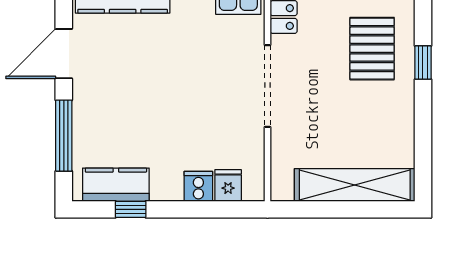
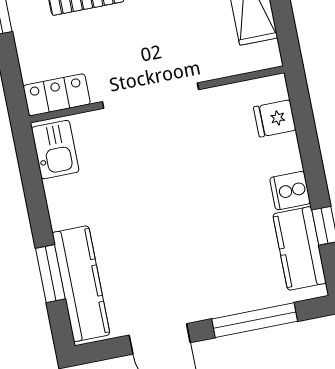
cooker: (198, 186) -> (290, 191), moved

